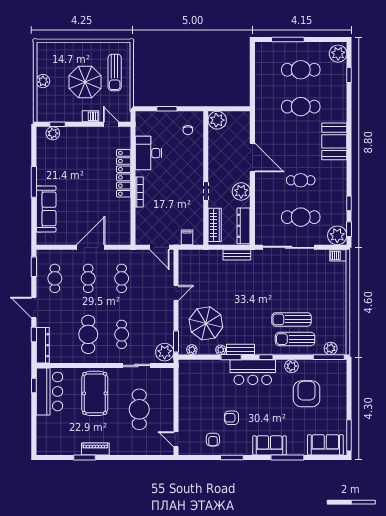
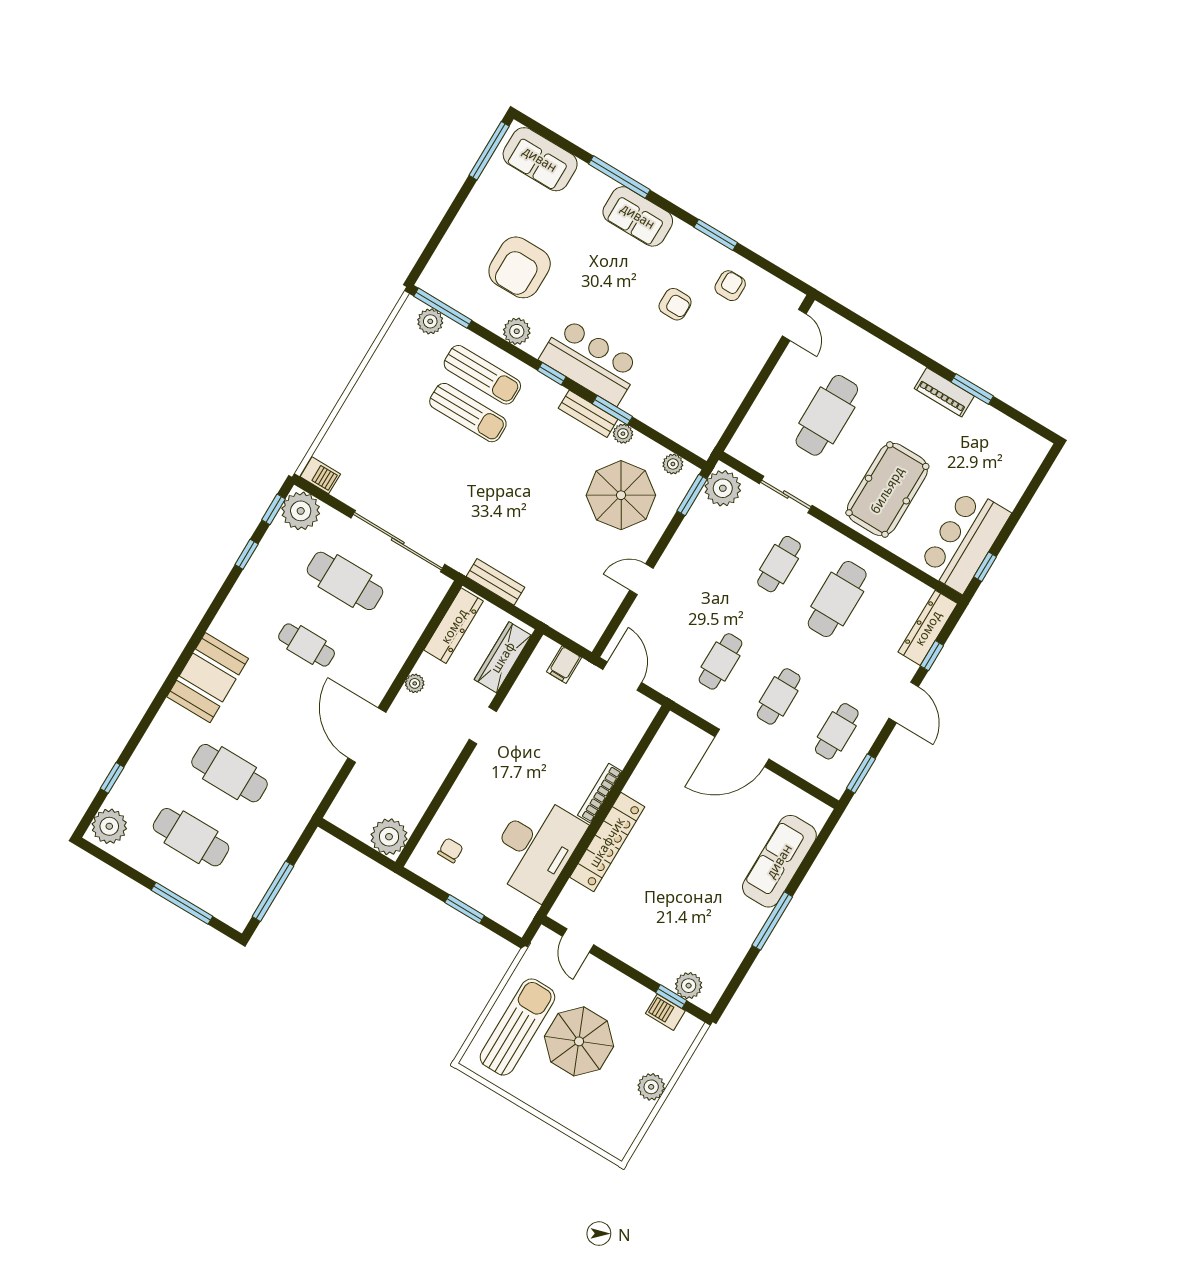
window: (252, 68) -> (273, 891), added
sun lounger: (115, 72) -> (517, 1027), width x1.36, depth x1.34
barbecue: (91, 116) -> (665, 1012), moved
desk: (149, 153) -> (536, 847), width x1.36, depth x1.30
plant: (241, 191) -> (415, 683), width x0.53, depth x0.53

